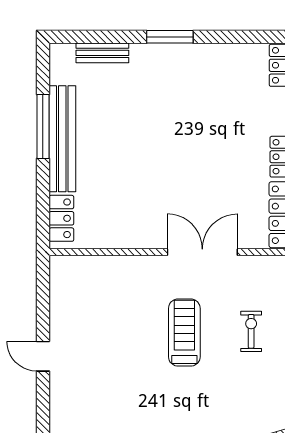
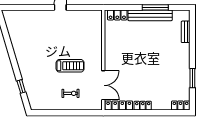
window: (170, 37) -> (192, 78), moved
double door: (202, 252) -> (103, 85), moved

